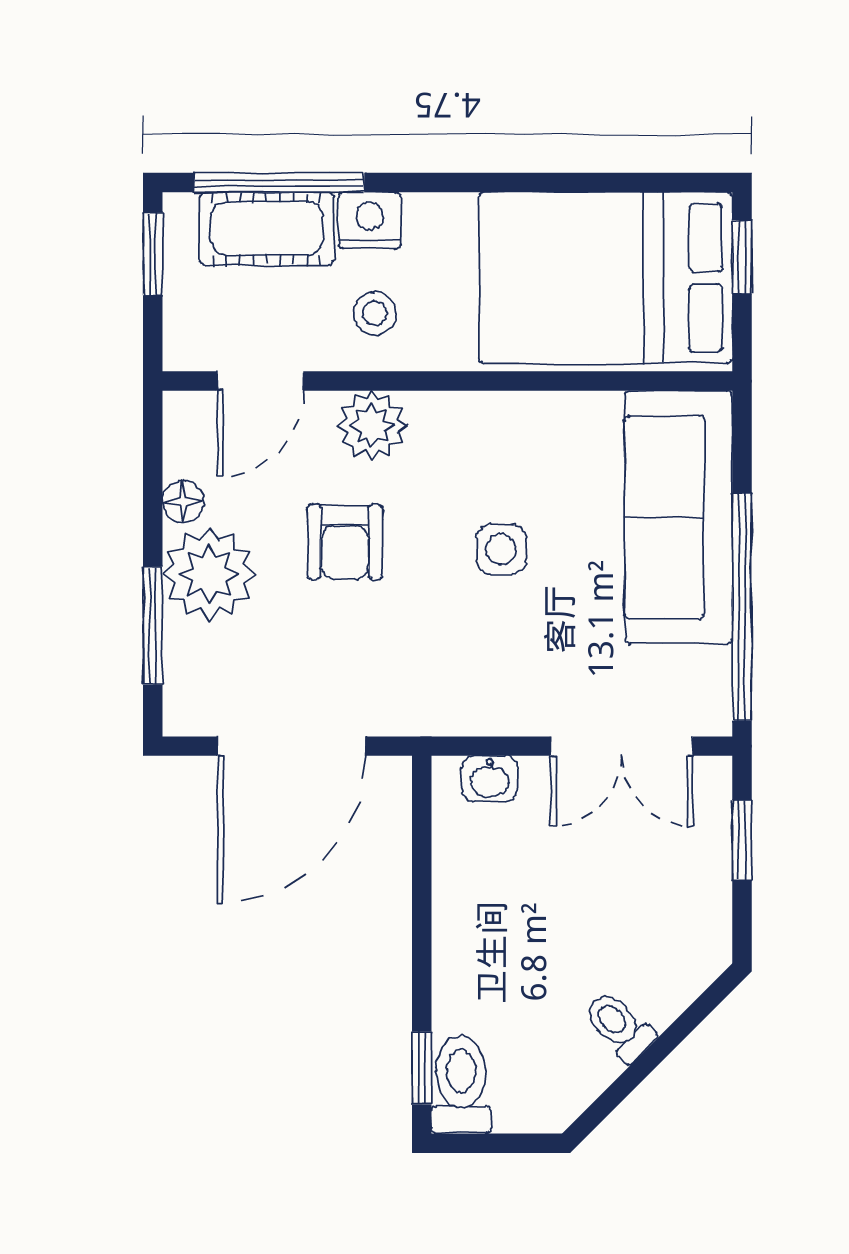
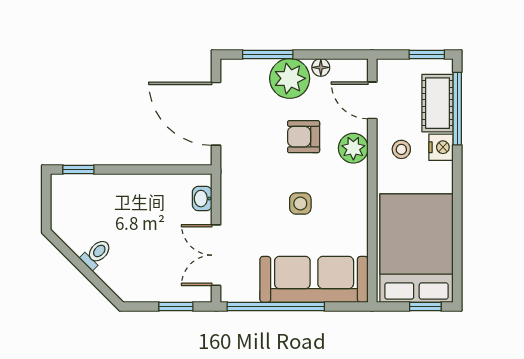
toilet: (461, 1085) -> (71, 186), removed

